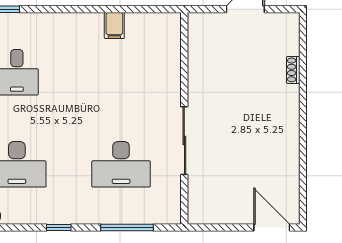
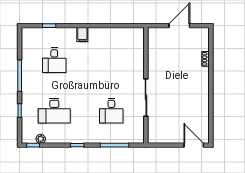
filing cabinet: (114, 25) -> (82, 35), moved
desk: (121, 164) -> (111, 111), width x0.73

